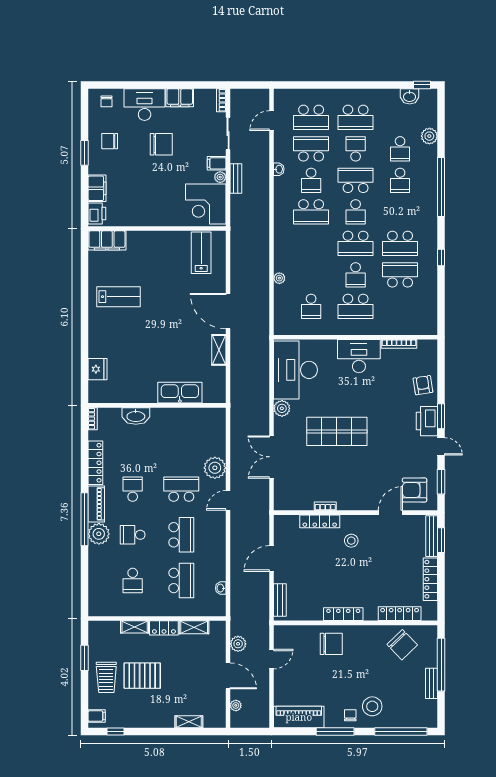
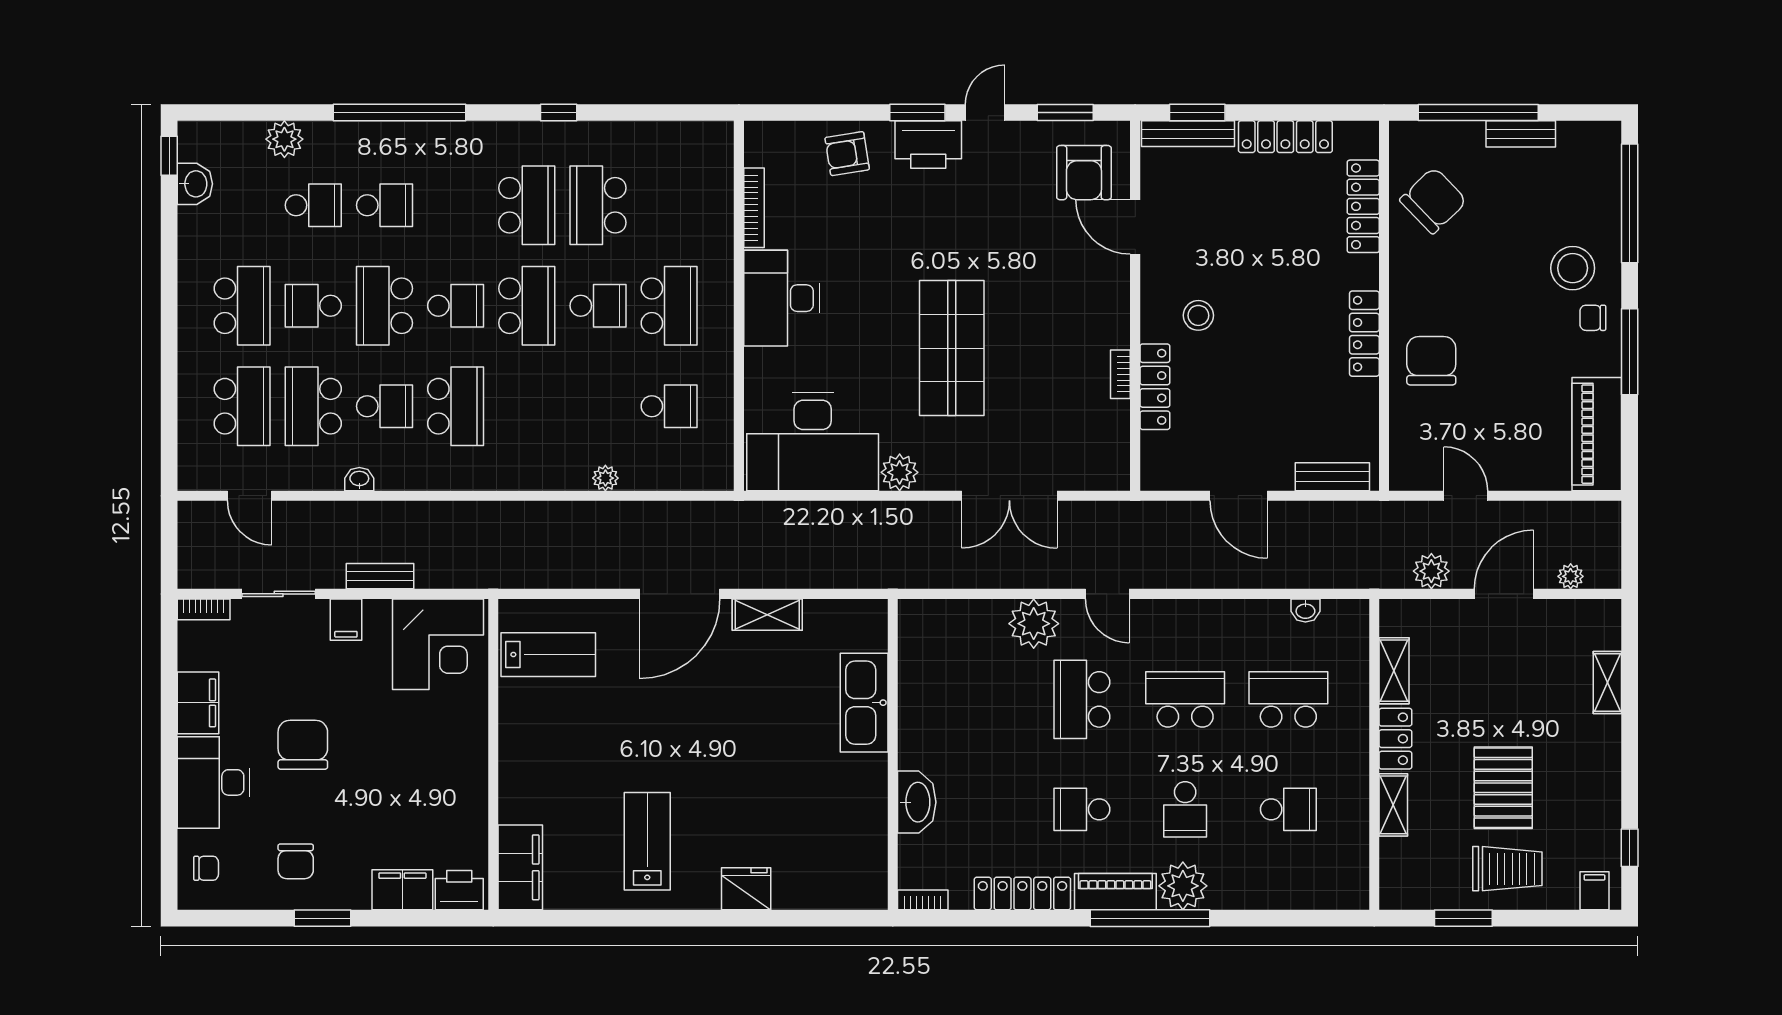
plant: (220, 177) -> (377, 612), removed
lab bench: (201, 253) -> (548, 655), turned 180
fridge: (97, 369) -> (746, 889), moved

